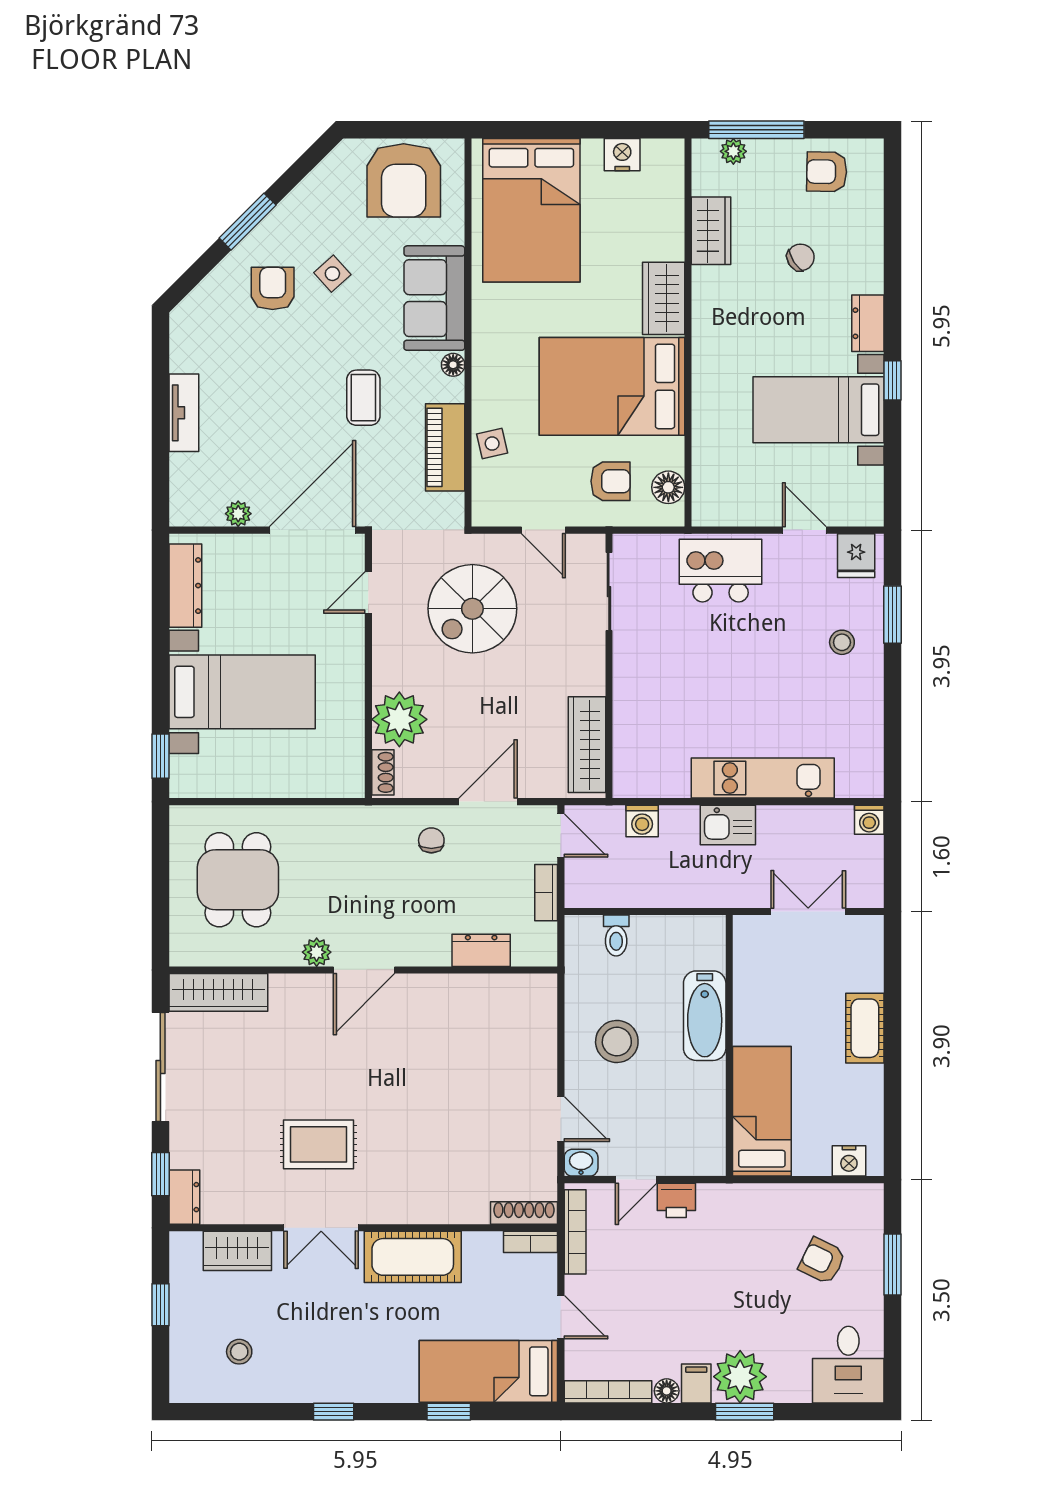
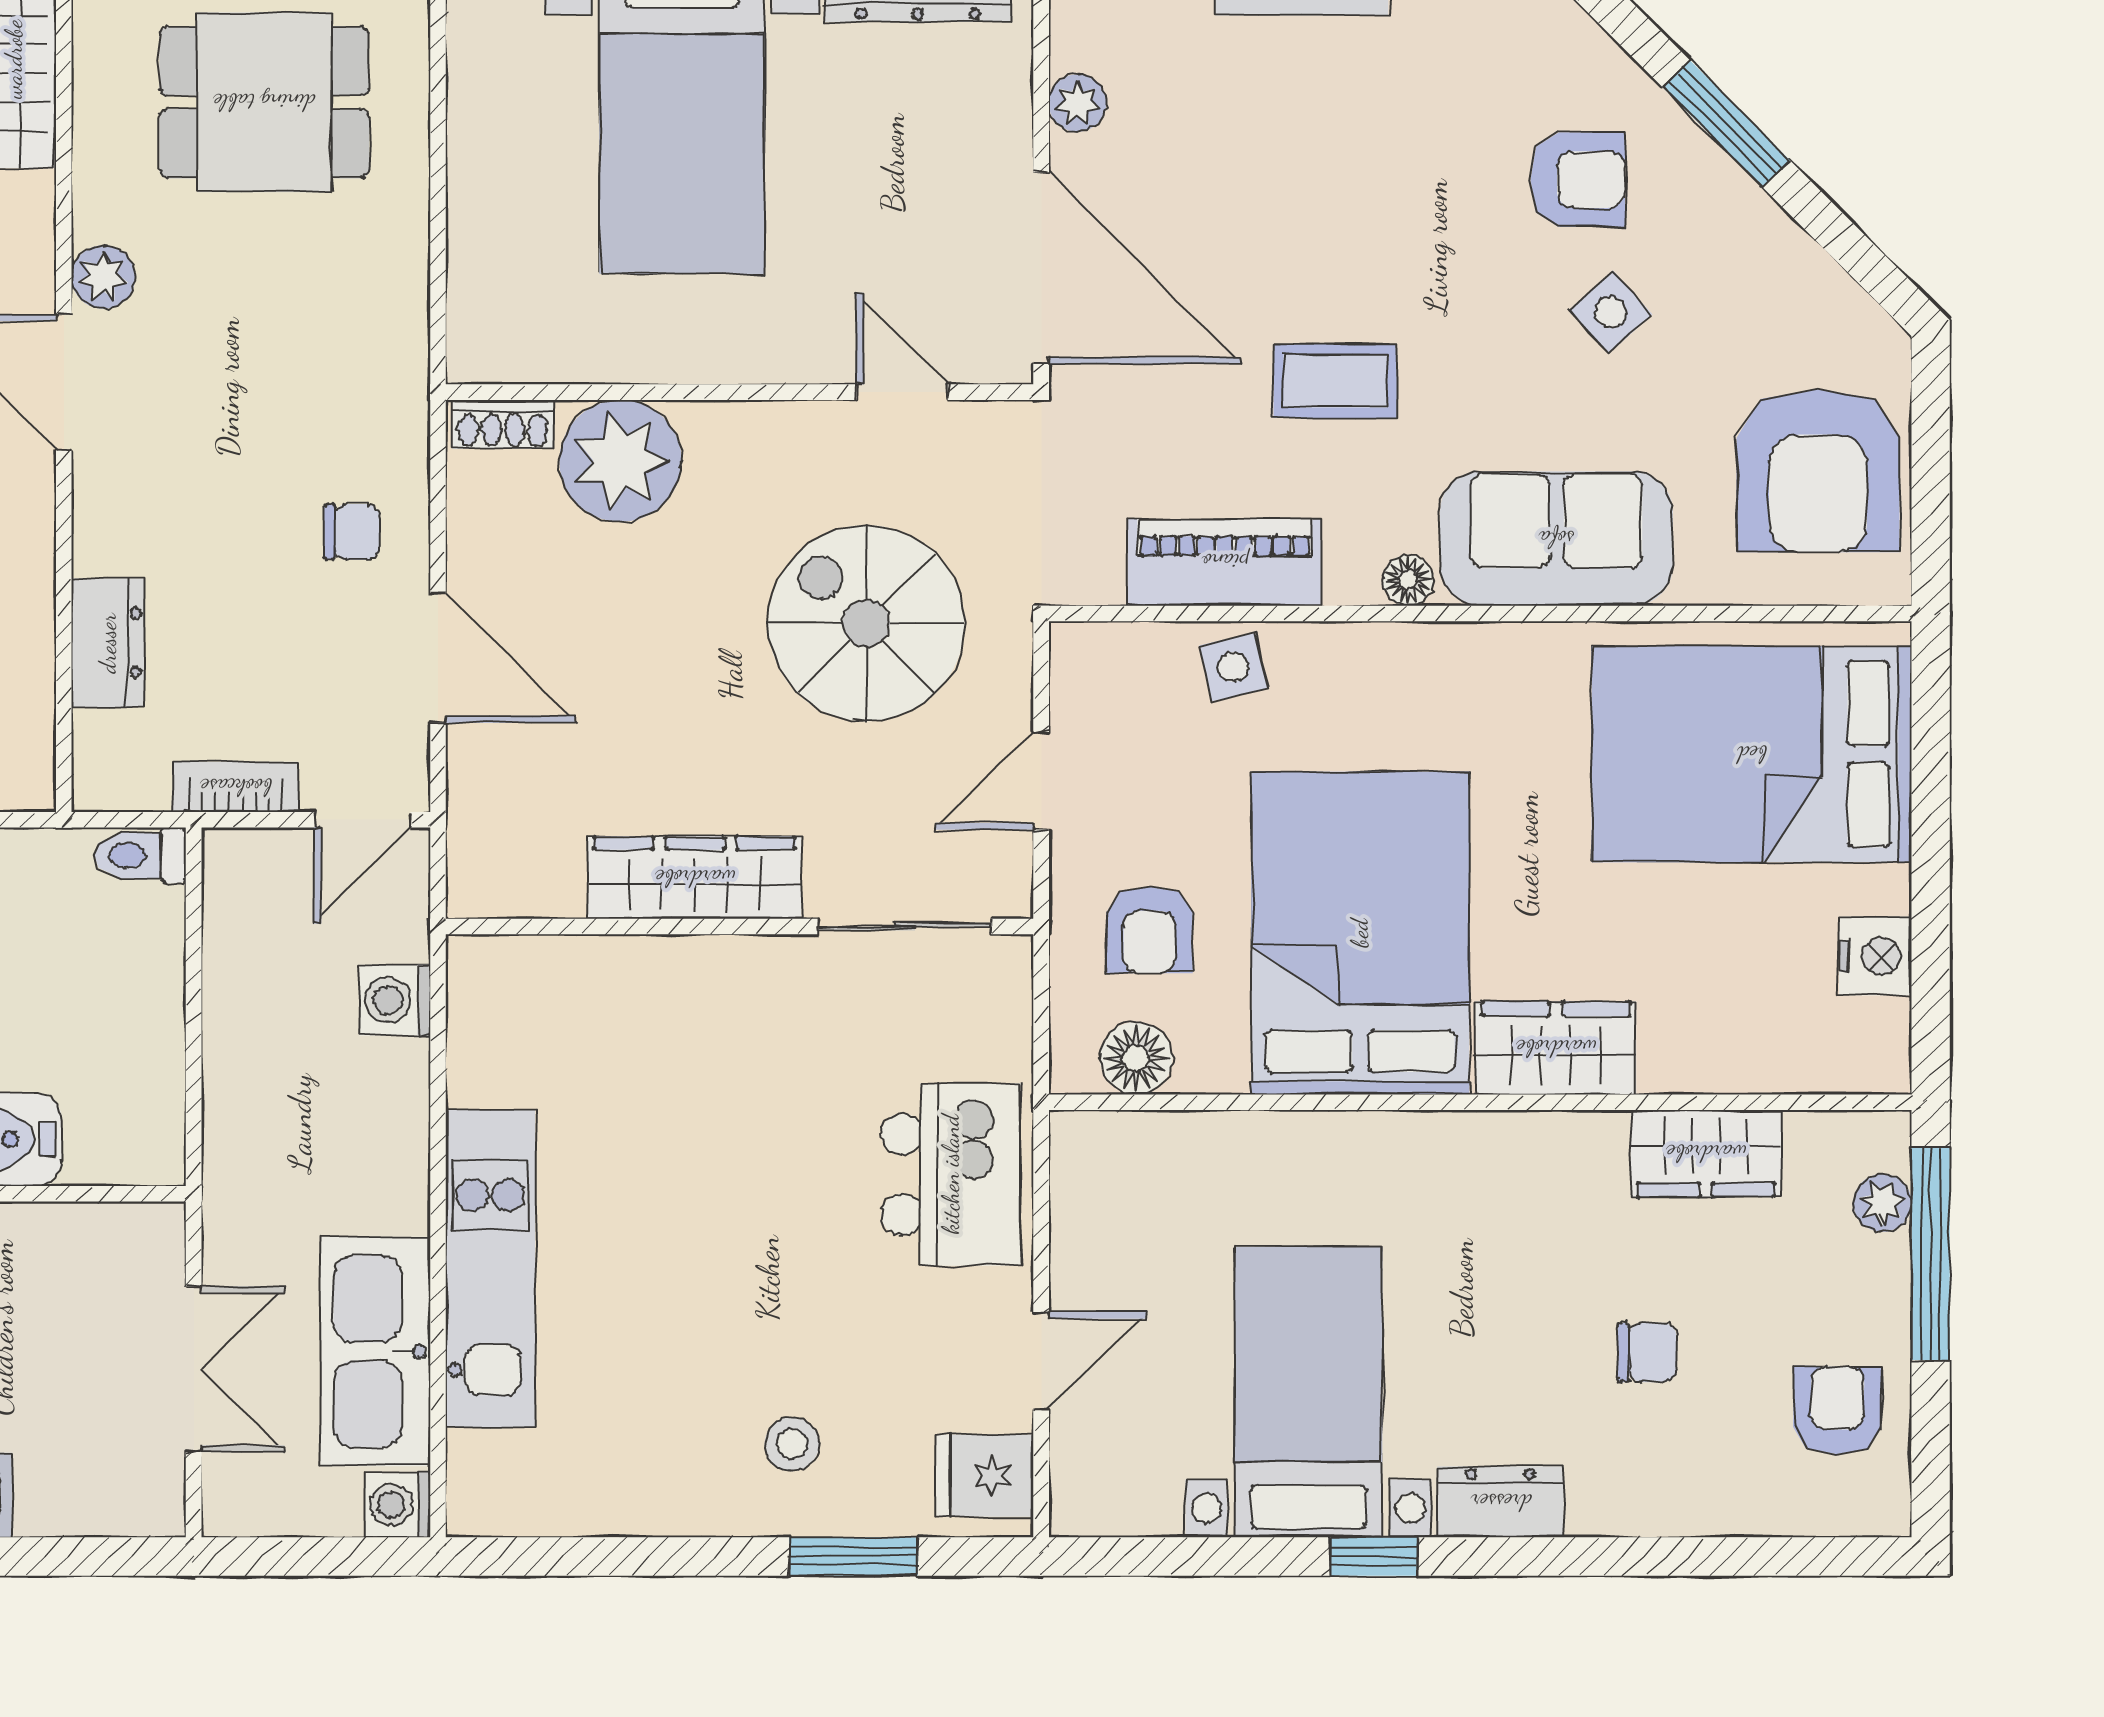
armchair: (404, 180) -> (1818, 471), turned -90
chair: (801, 257) -> (1647, 1352), turned -57
wardrobe: (587, 745) -> (695, 878), moved
kitchen sink: (728, 825) -> (375, 1351), moved, width x1.87, depth x1.24
toilet: (616, 936) -> (140, 855), moved

